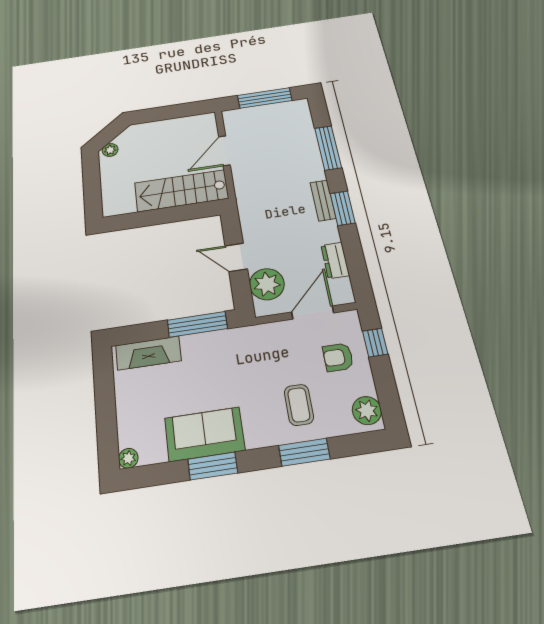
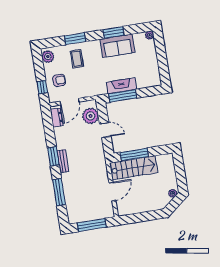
window: (179, 214) -> (134, 155), added
dresser: (335, 260) -> (57, 118), moved
fireplace: (148, 353) -> (121, 86), moved

